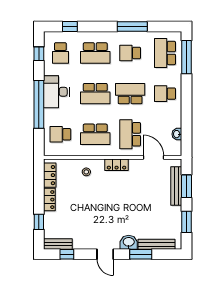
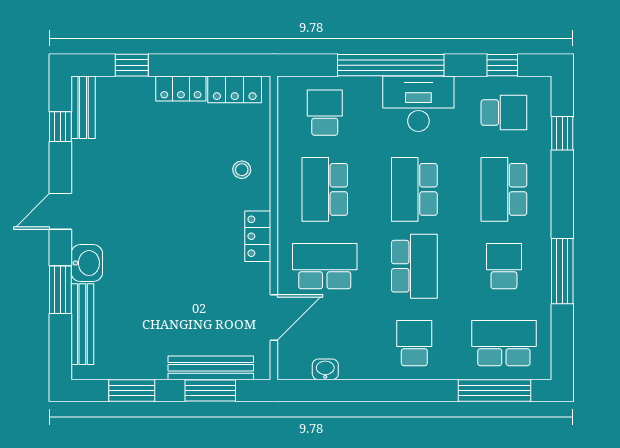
school desk: (60, 53) -> (504, 113), turned 180

